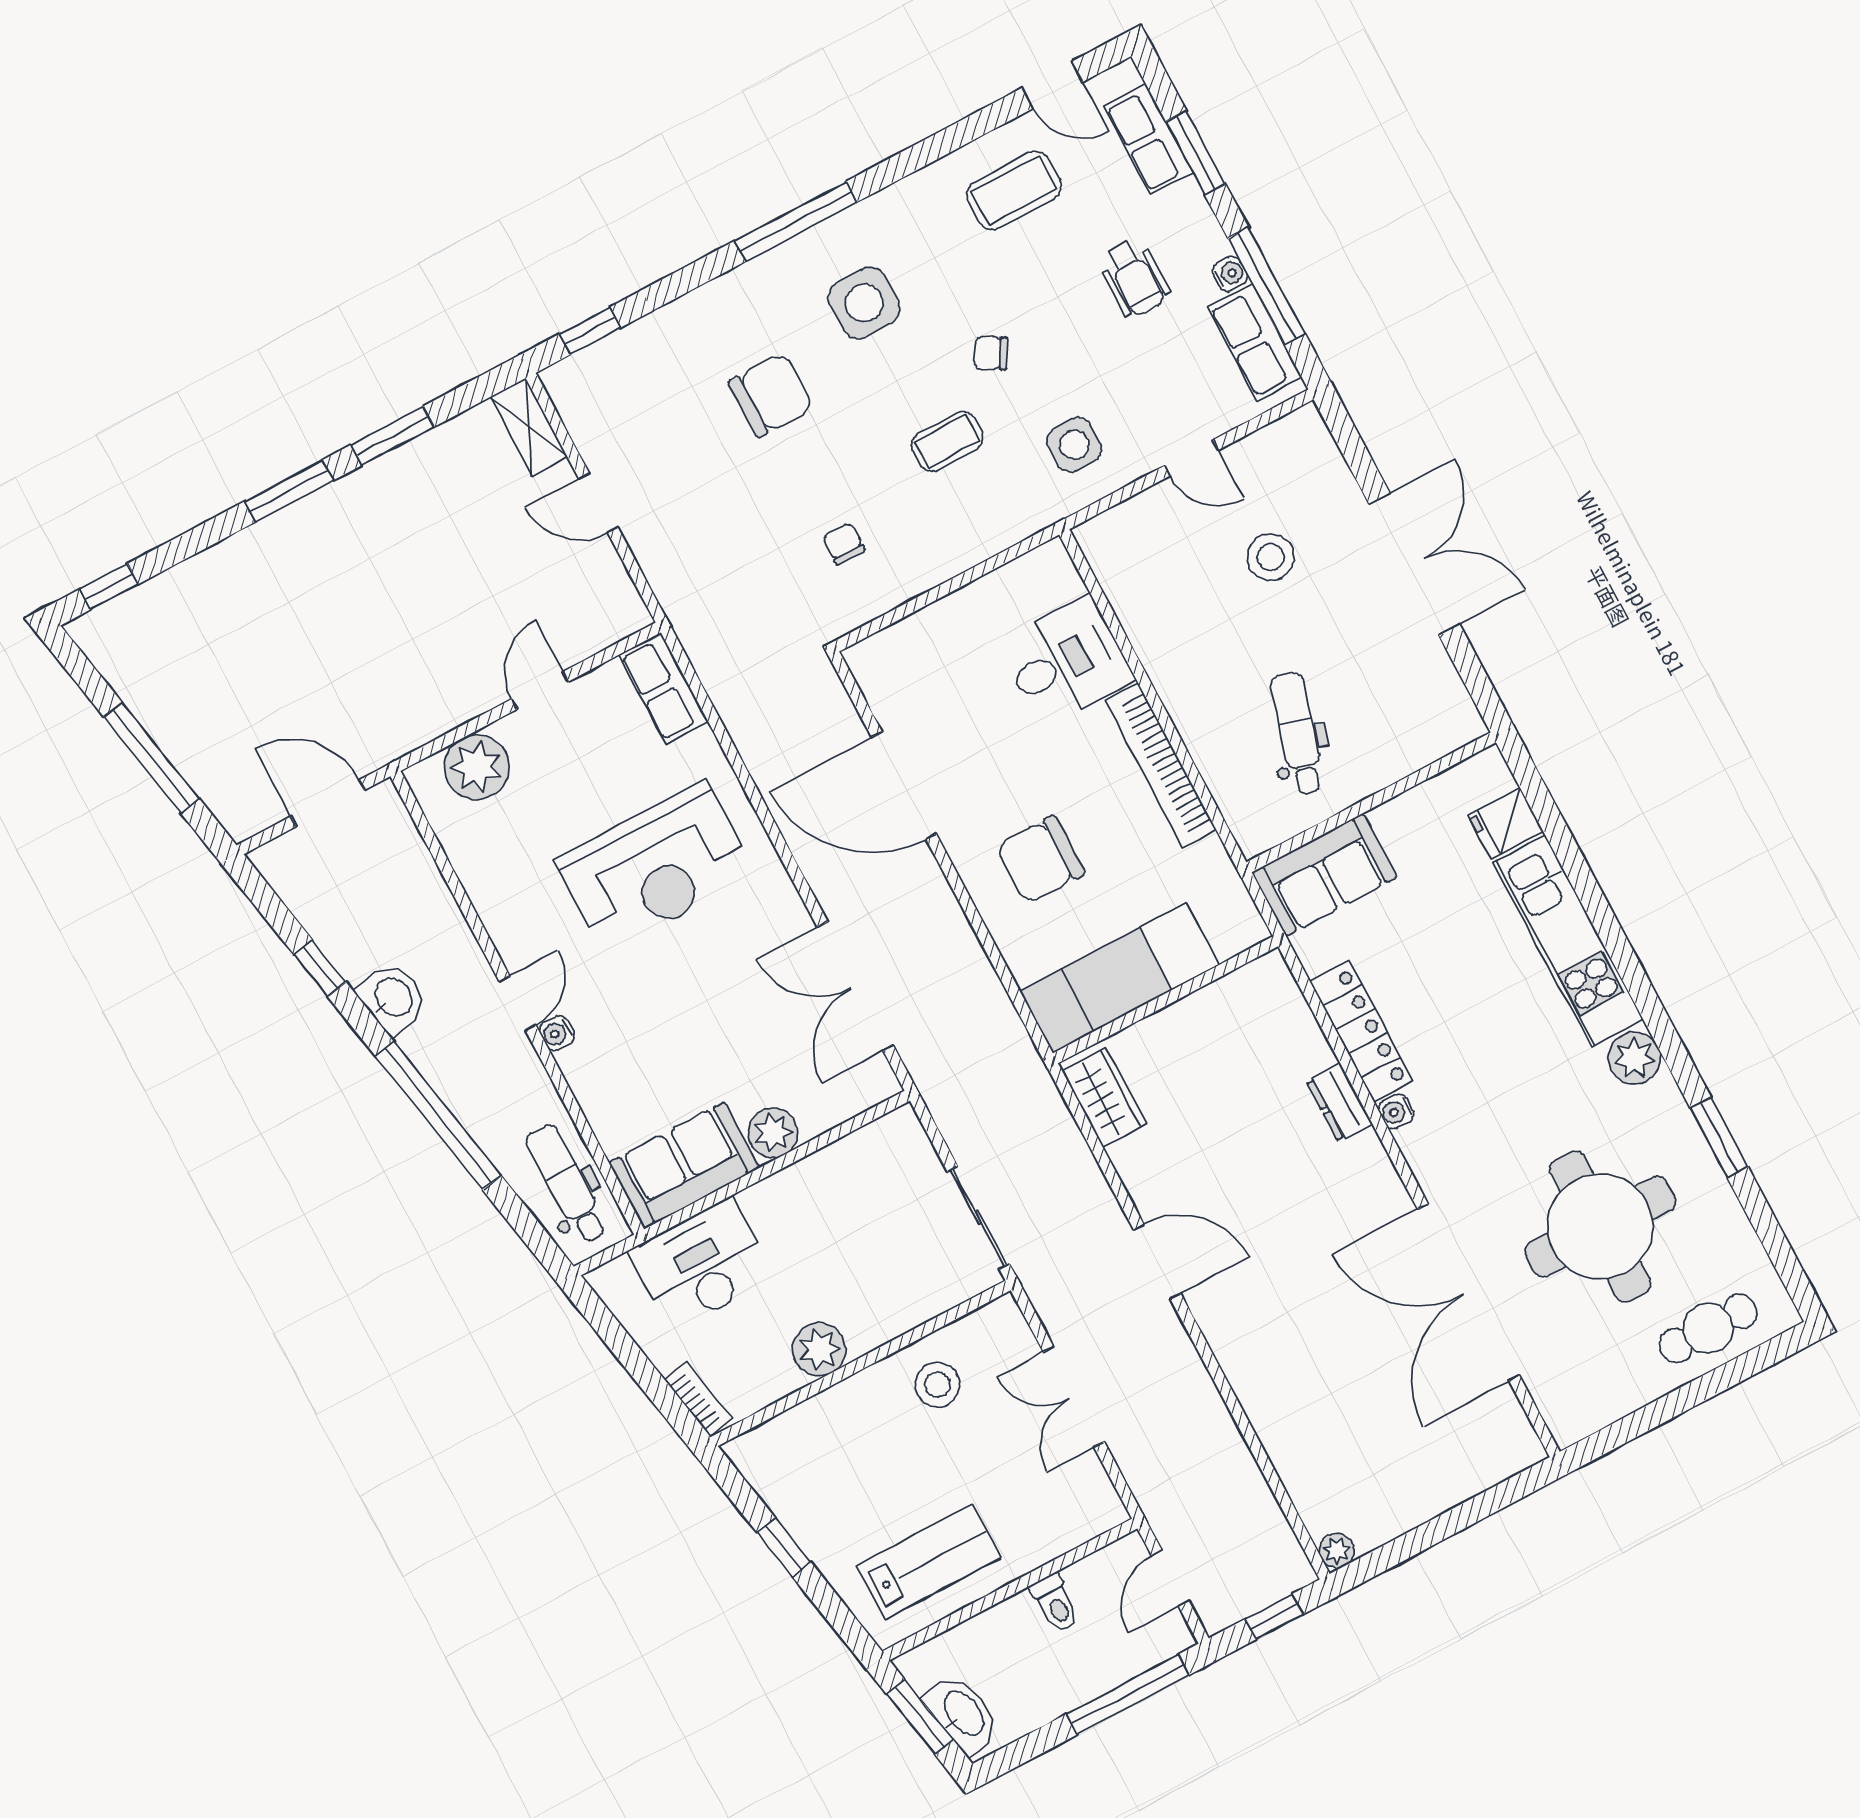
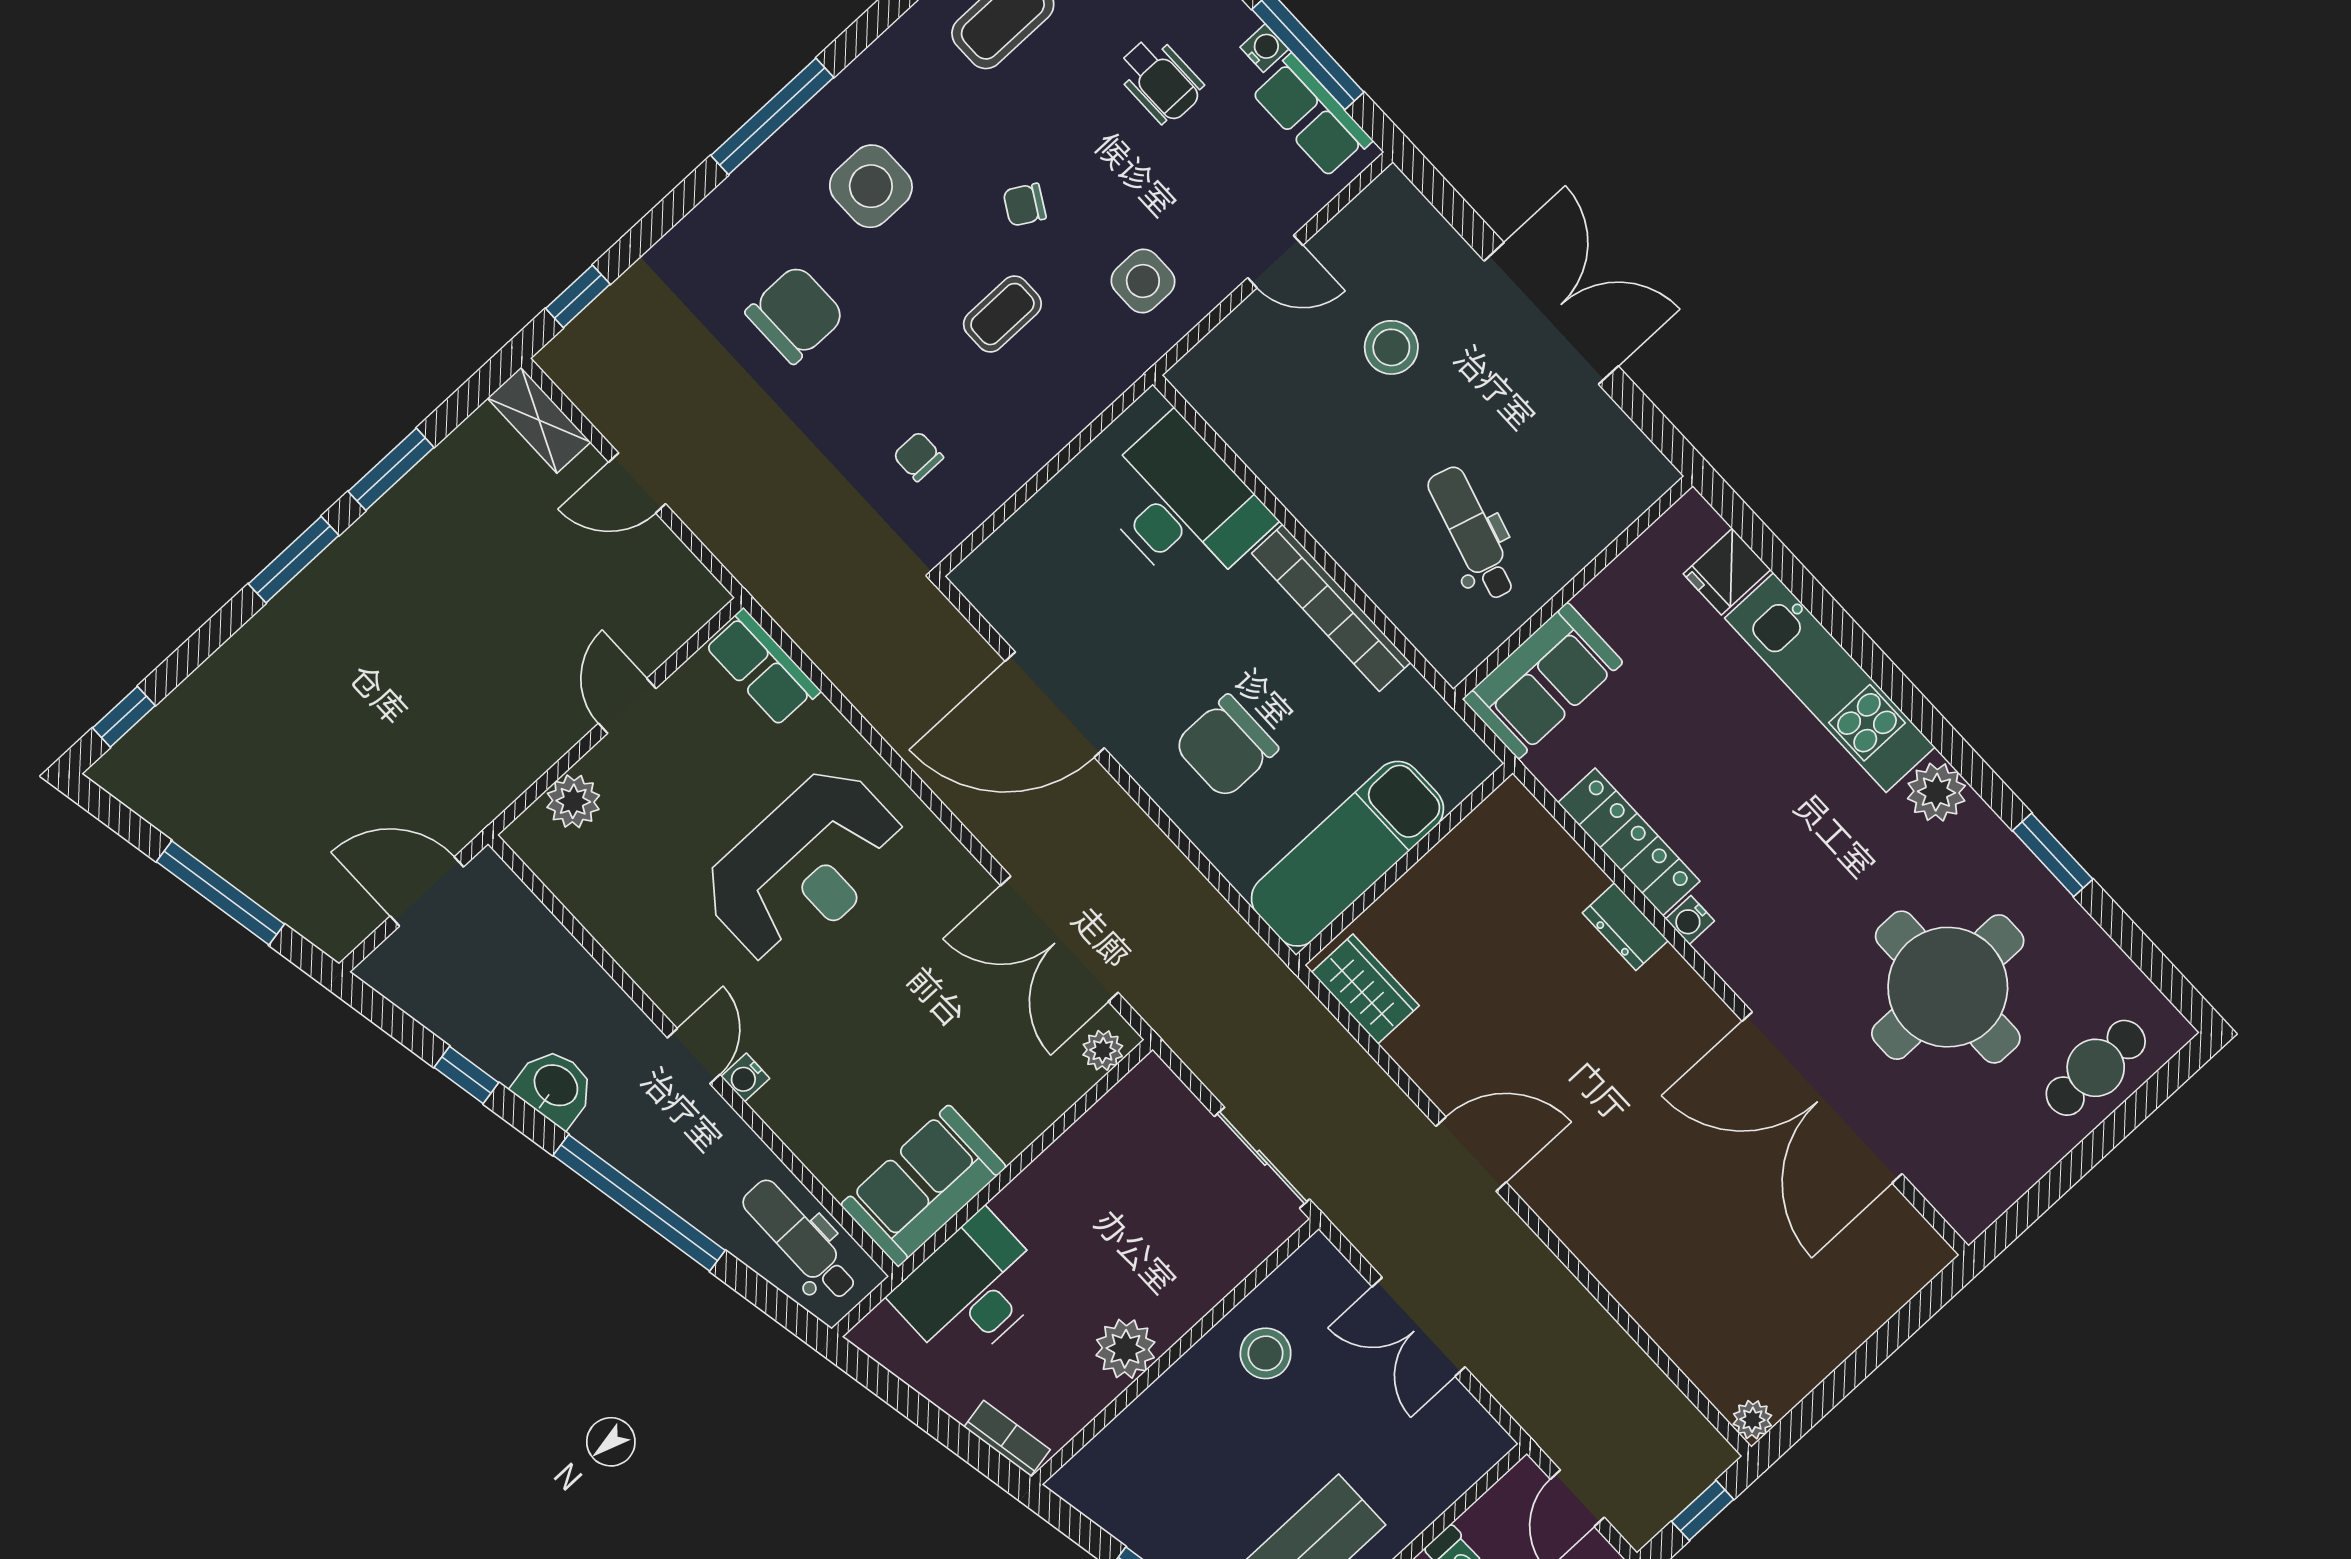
desk: (1066, 661) -> (1182, 506), width x1.37
plant: (477, 767) -> (573, 801), width x0.73, depth x0.73
plant: (773, 1133) -> (1103, 1050), moved, width x0.73, depth x0.73

